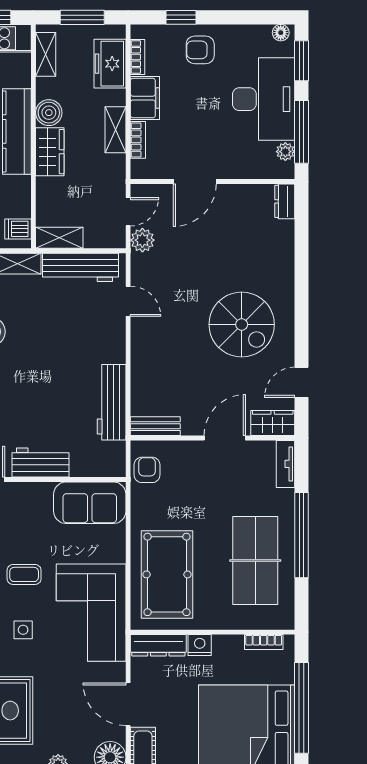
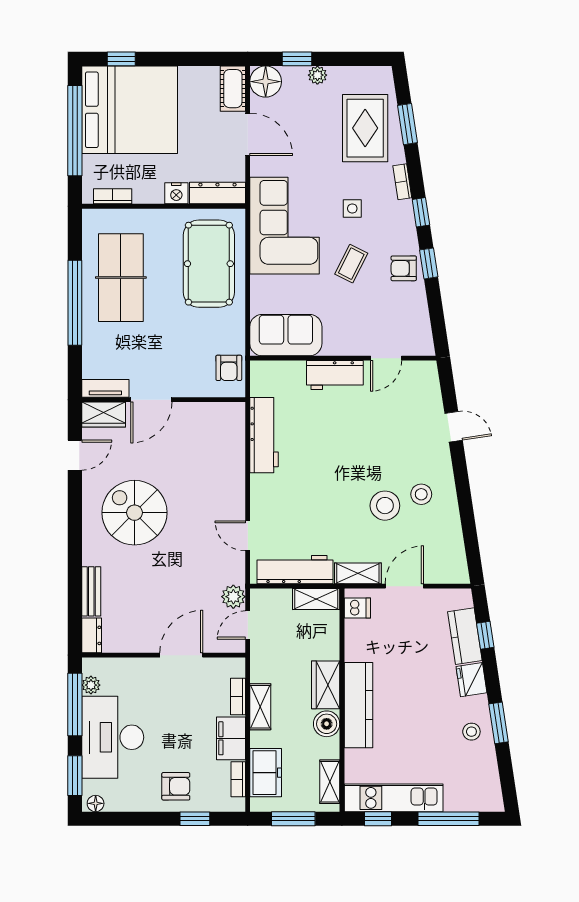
bench: (155, 426) -> (91, 591), moved, turned 90
tv unit: (286, 464) -> (105, 388), moved, turned -90
coffee table: (24, 574) -> (351, 264), turned -63

